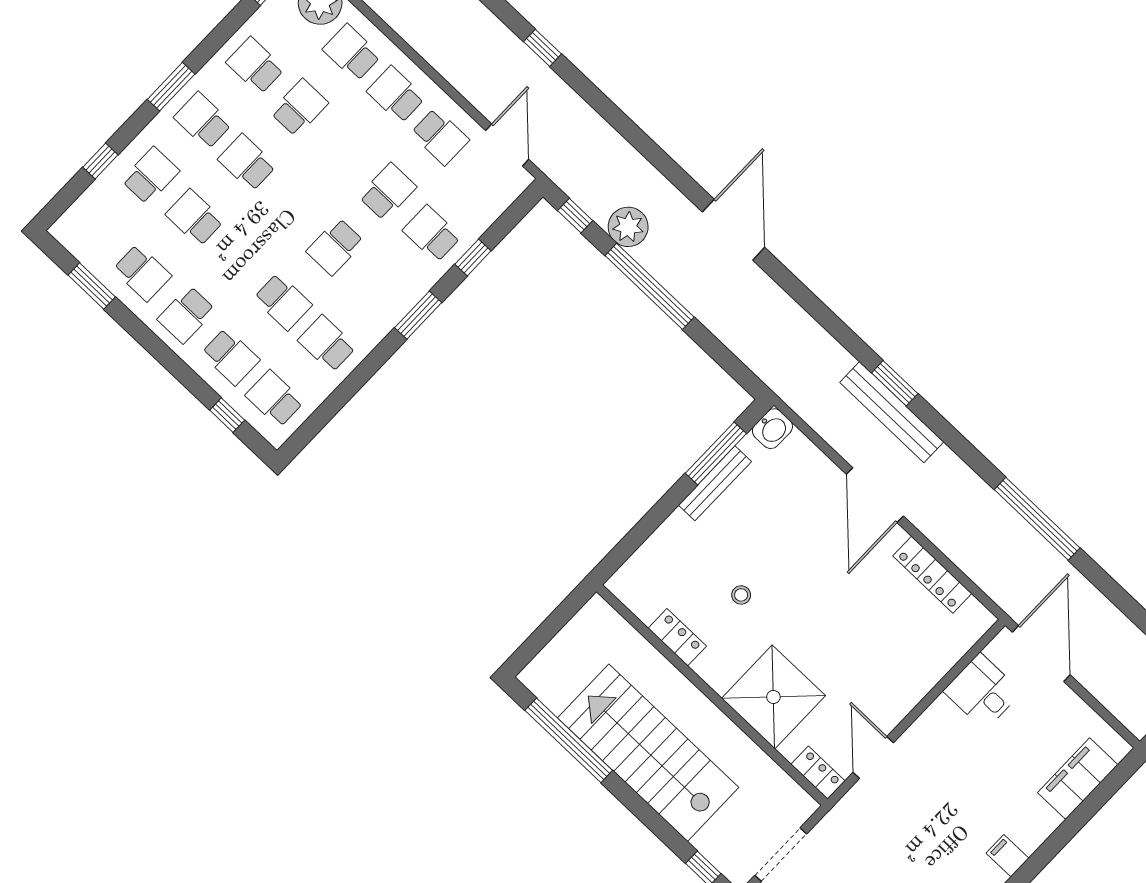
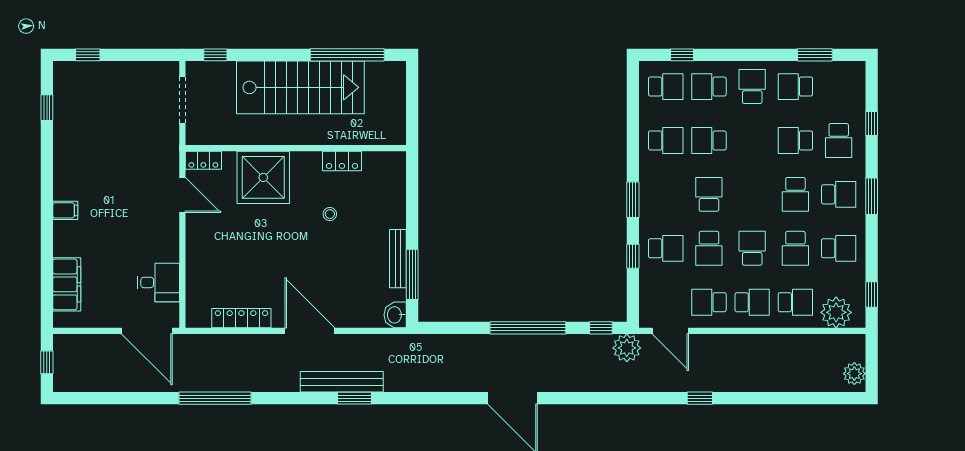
school desk: (343, 150) -> (752, 248), added
school desk: (247, 163) -> (795, 194), turned 90
school desk: (195, 218) -> (795, 140), turned 180
plant: (628, 227) -> (627, 348), moved

